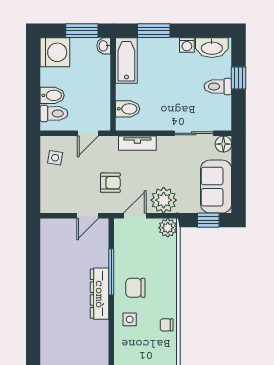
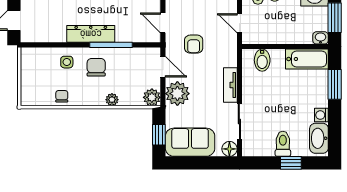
tv unit: (137, 143) -> (230, 85), moved
plant: (170, 271) -> (112, 100), added

